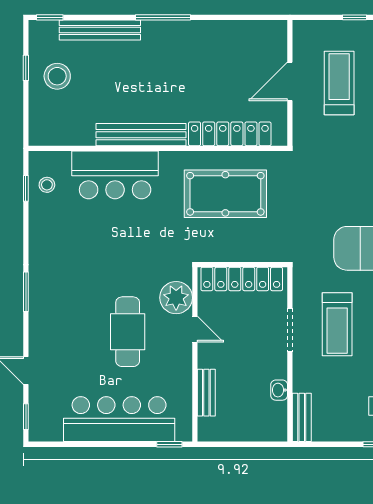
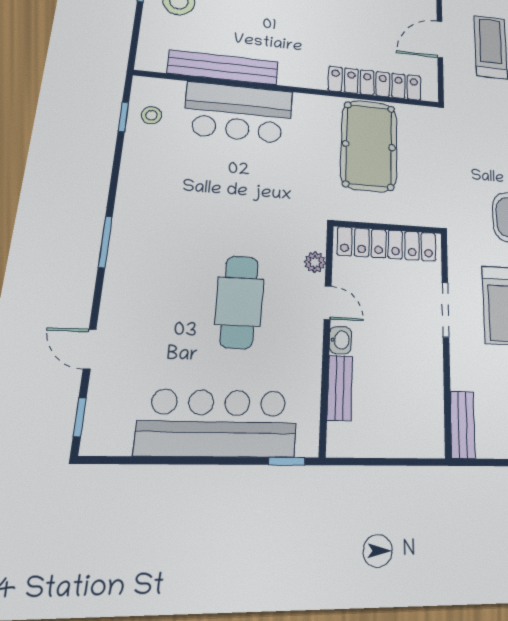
bench: (141, 135) -> (223, 67), moved
pool table: (225, 194) -> (369, 146), turned 90
plant: (176, 298) -> (315, 262), width x0.53, depth x0.53
washbasin: (279, 390) -> (340, 340), moved, turned 180

